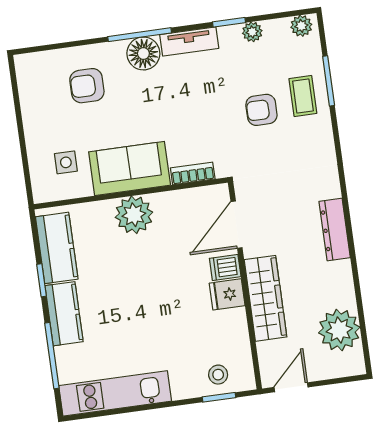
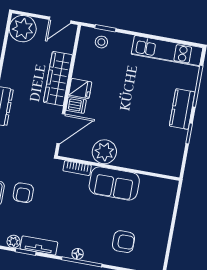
tv unit: (189, 41) -> (39, 246), moved
floor lamp: (143, 53) -> (78, 254), width x0.53, depth x0.53
armchair: (261, 110) -> (23, 193), turned 90
side table: (66, 162) -> (151, 200), removed
plant: (134, 215) -> (104, 152), moved
kitchen counter: (57, 248) -> (174, 150), removed
plant: (339, 330) -> (23, 29), moved

